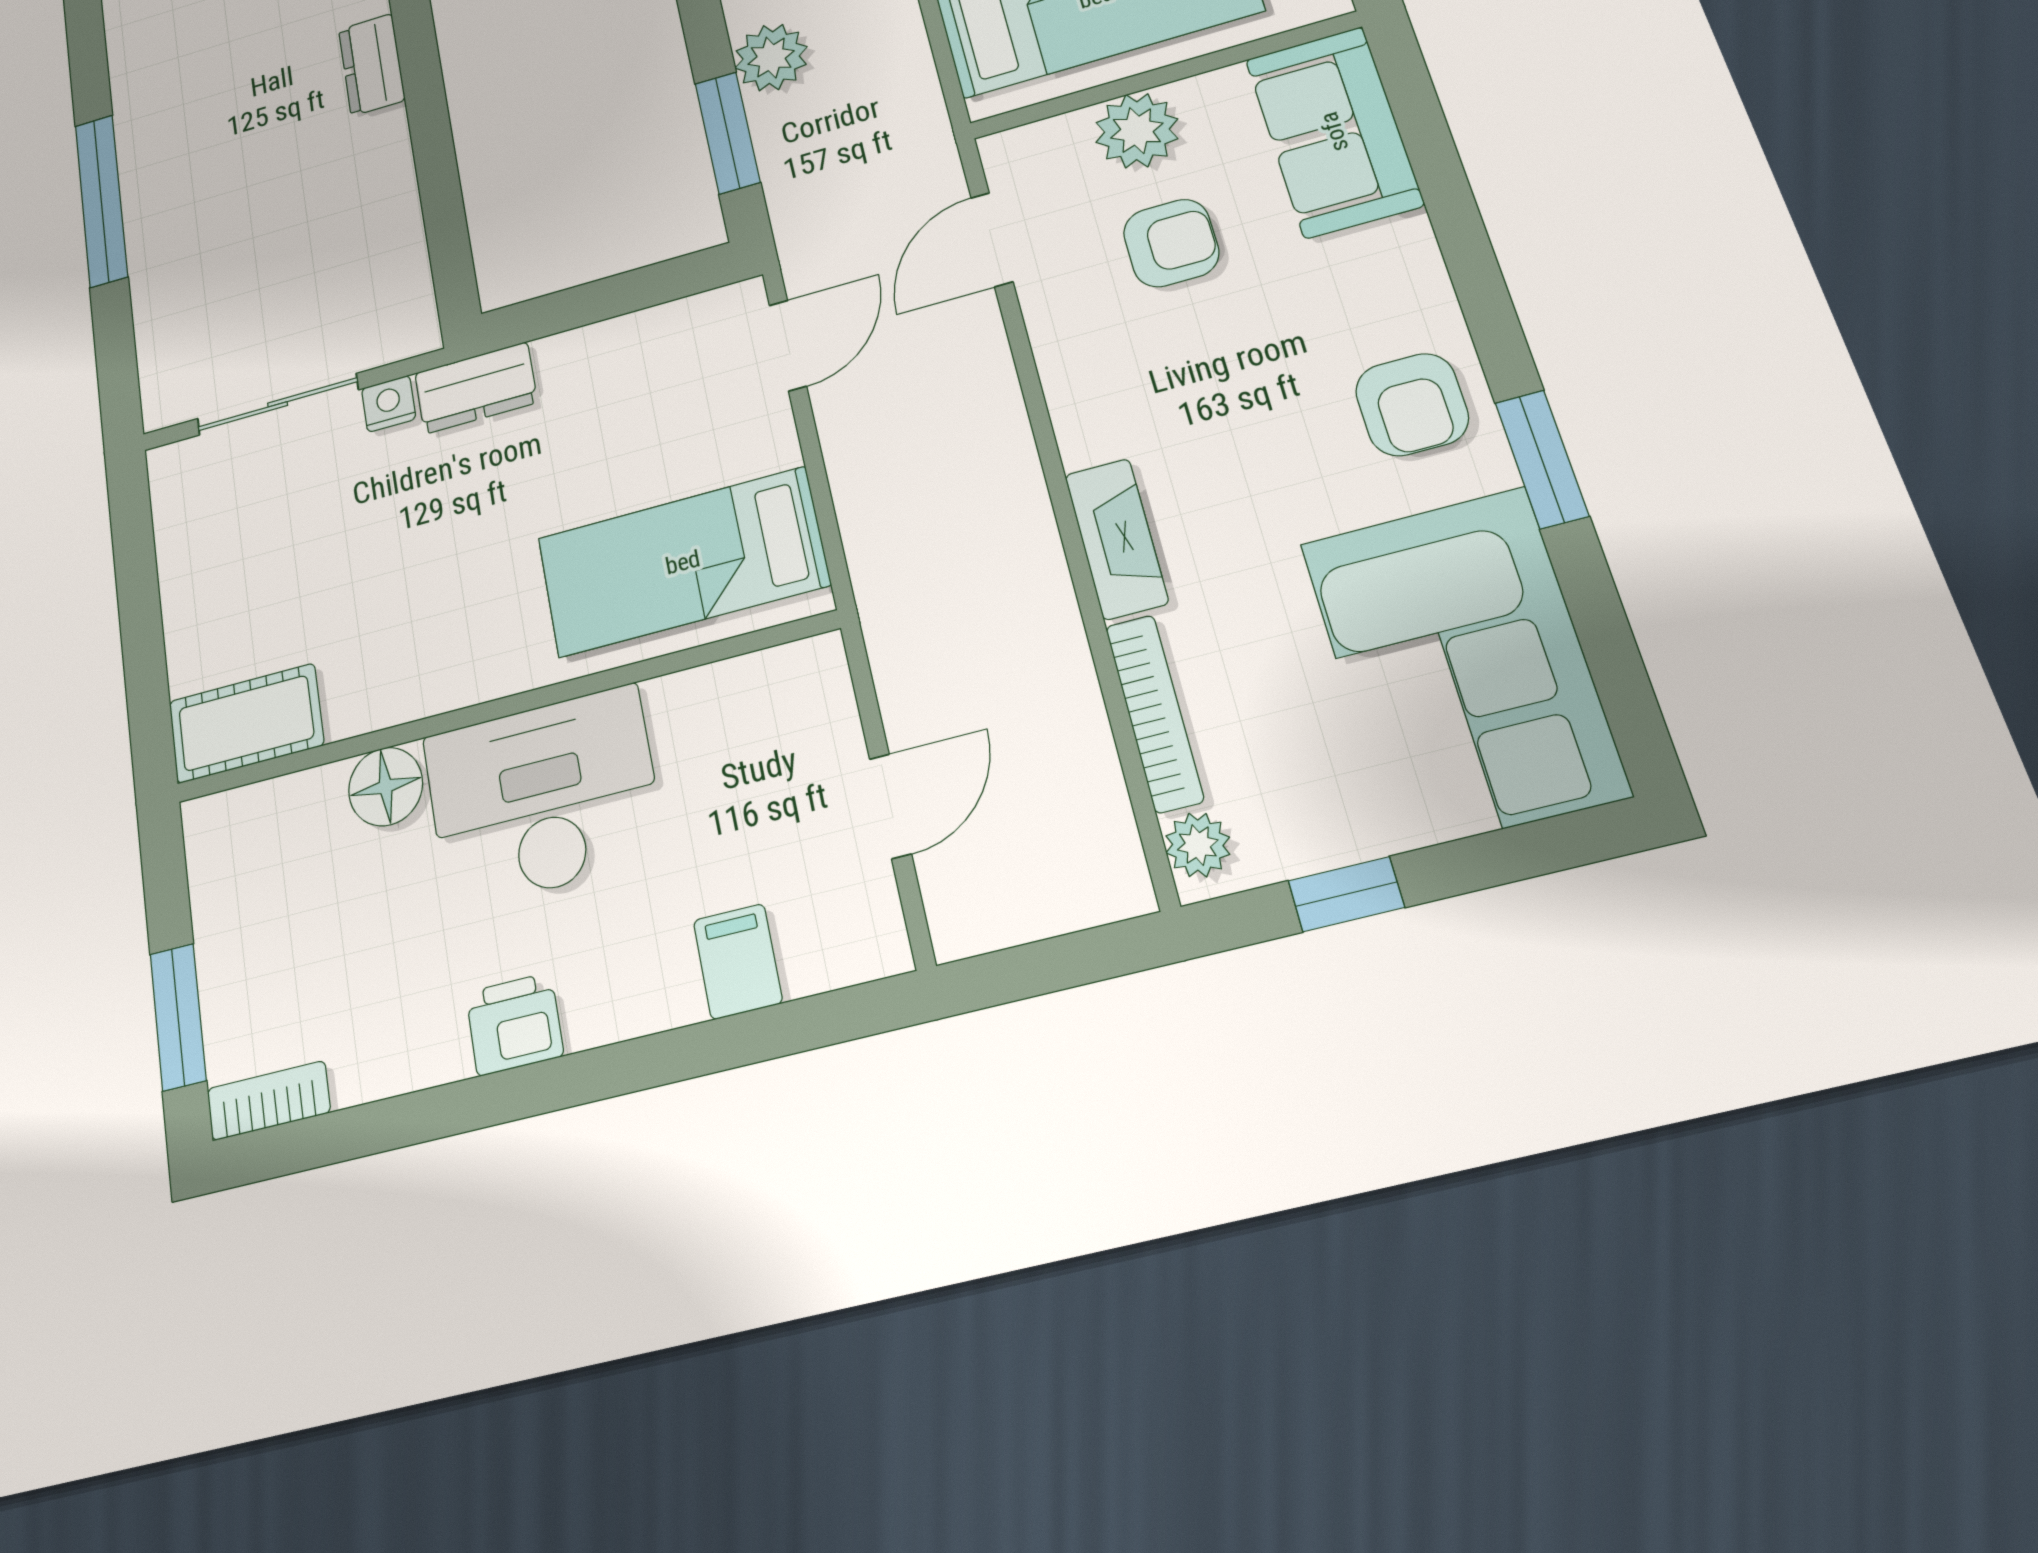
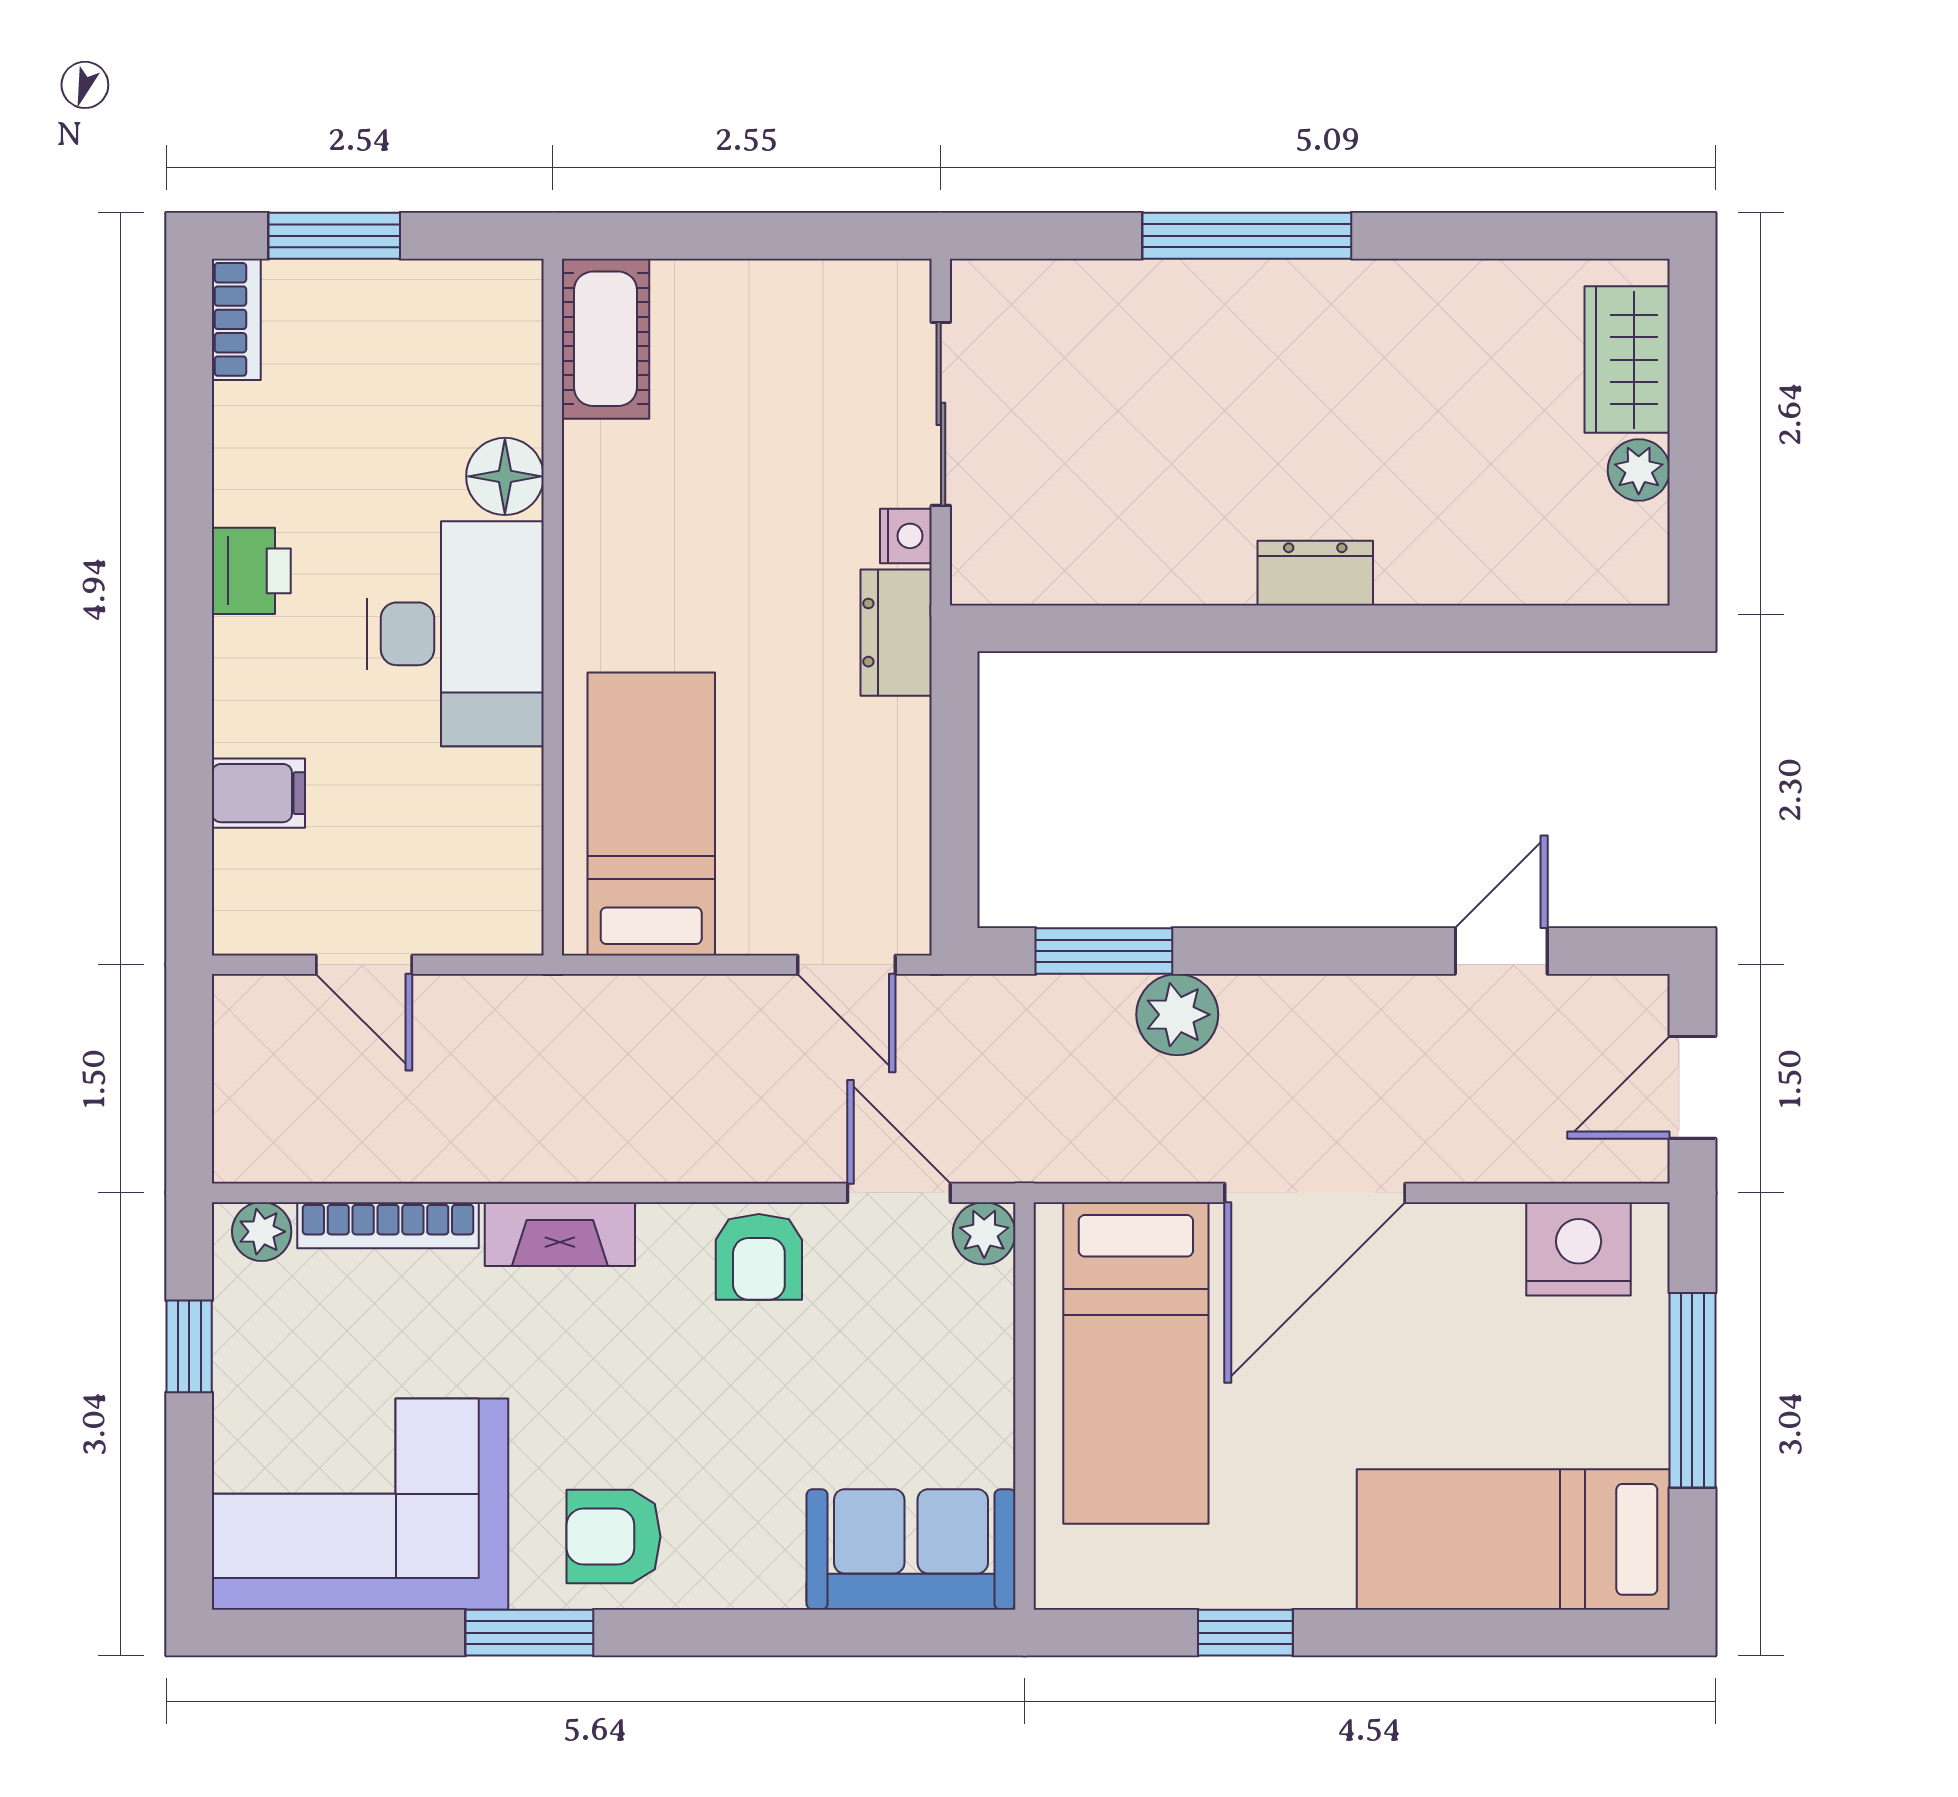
plant: (1137, 131) -> (984, 1233), moved, width x0.73, depth x0.73
armchair: (1171, 243) -> (759, 1257), moved

